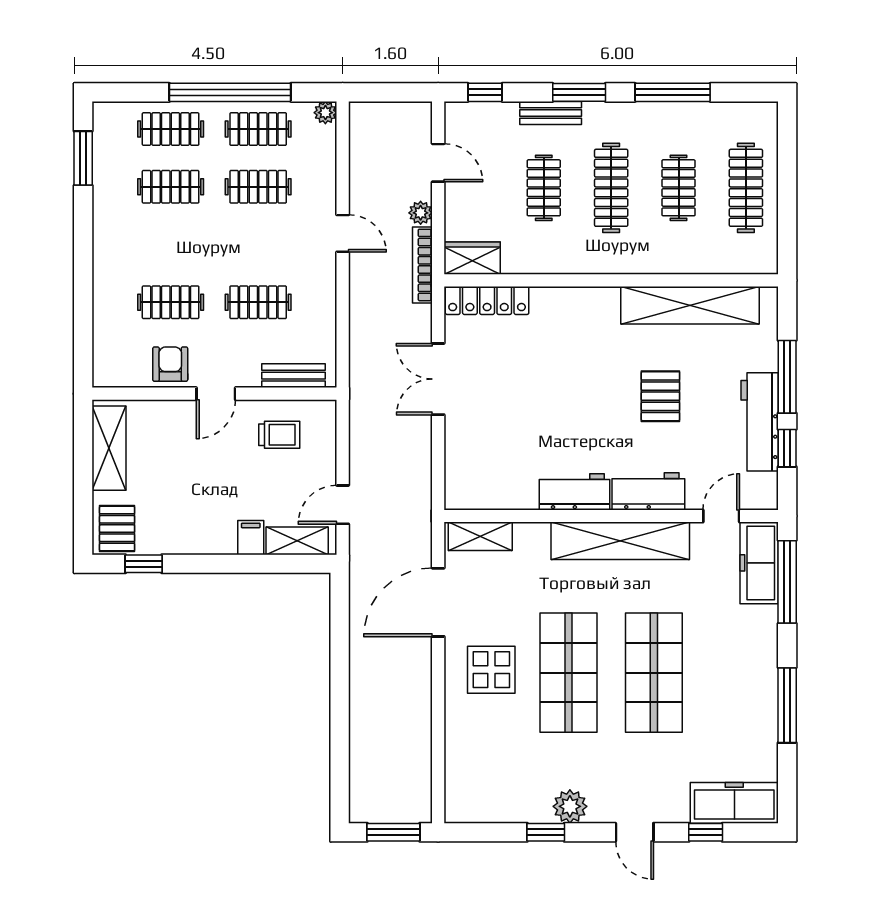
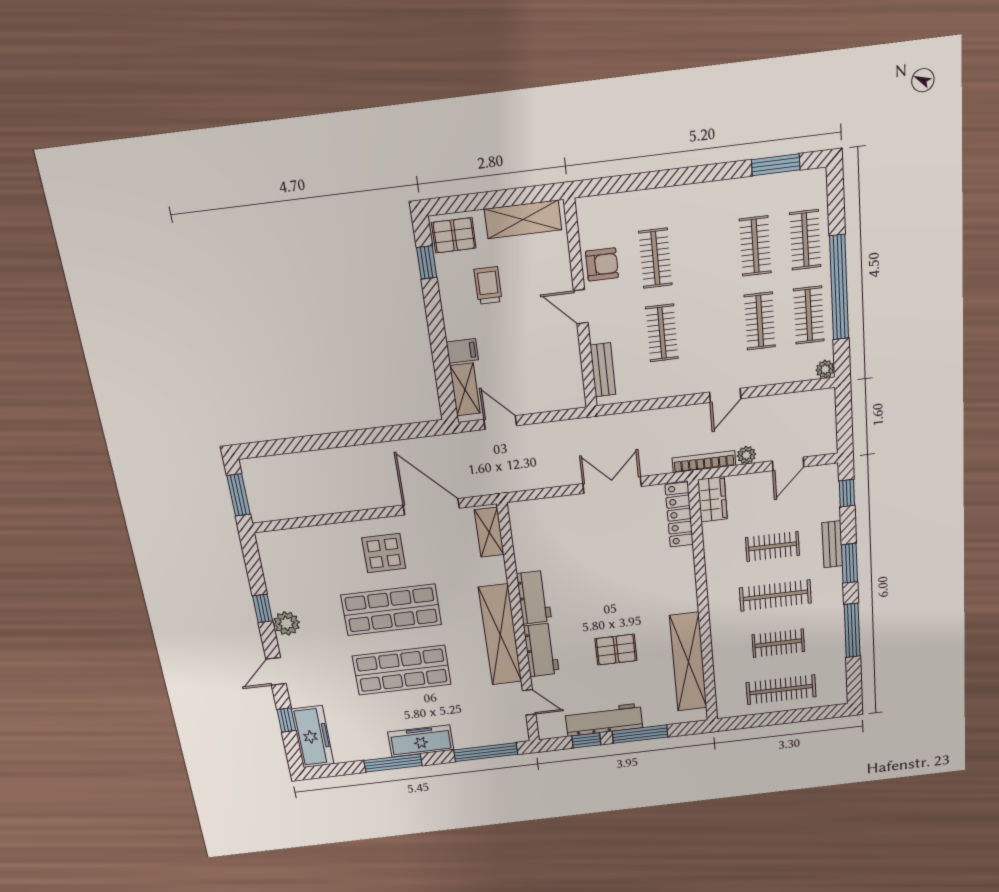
trolley: (279, 435) -> (488, 285), moved, turned 180
freezer: (759, 563) -> (421, 741), moved

